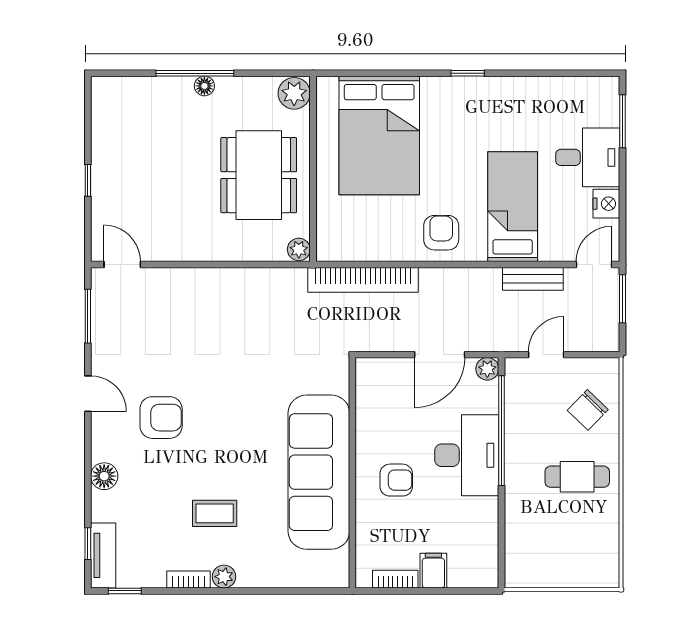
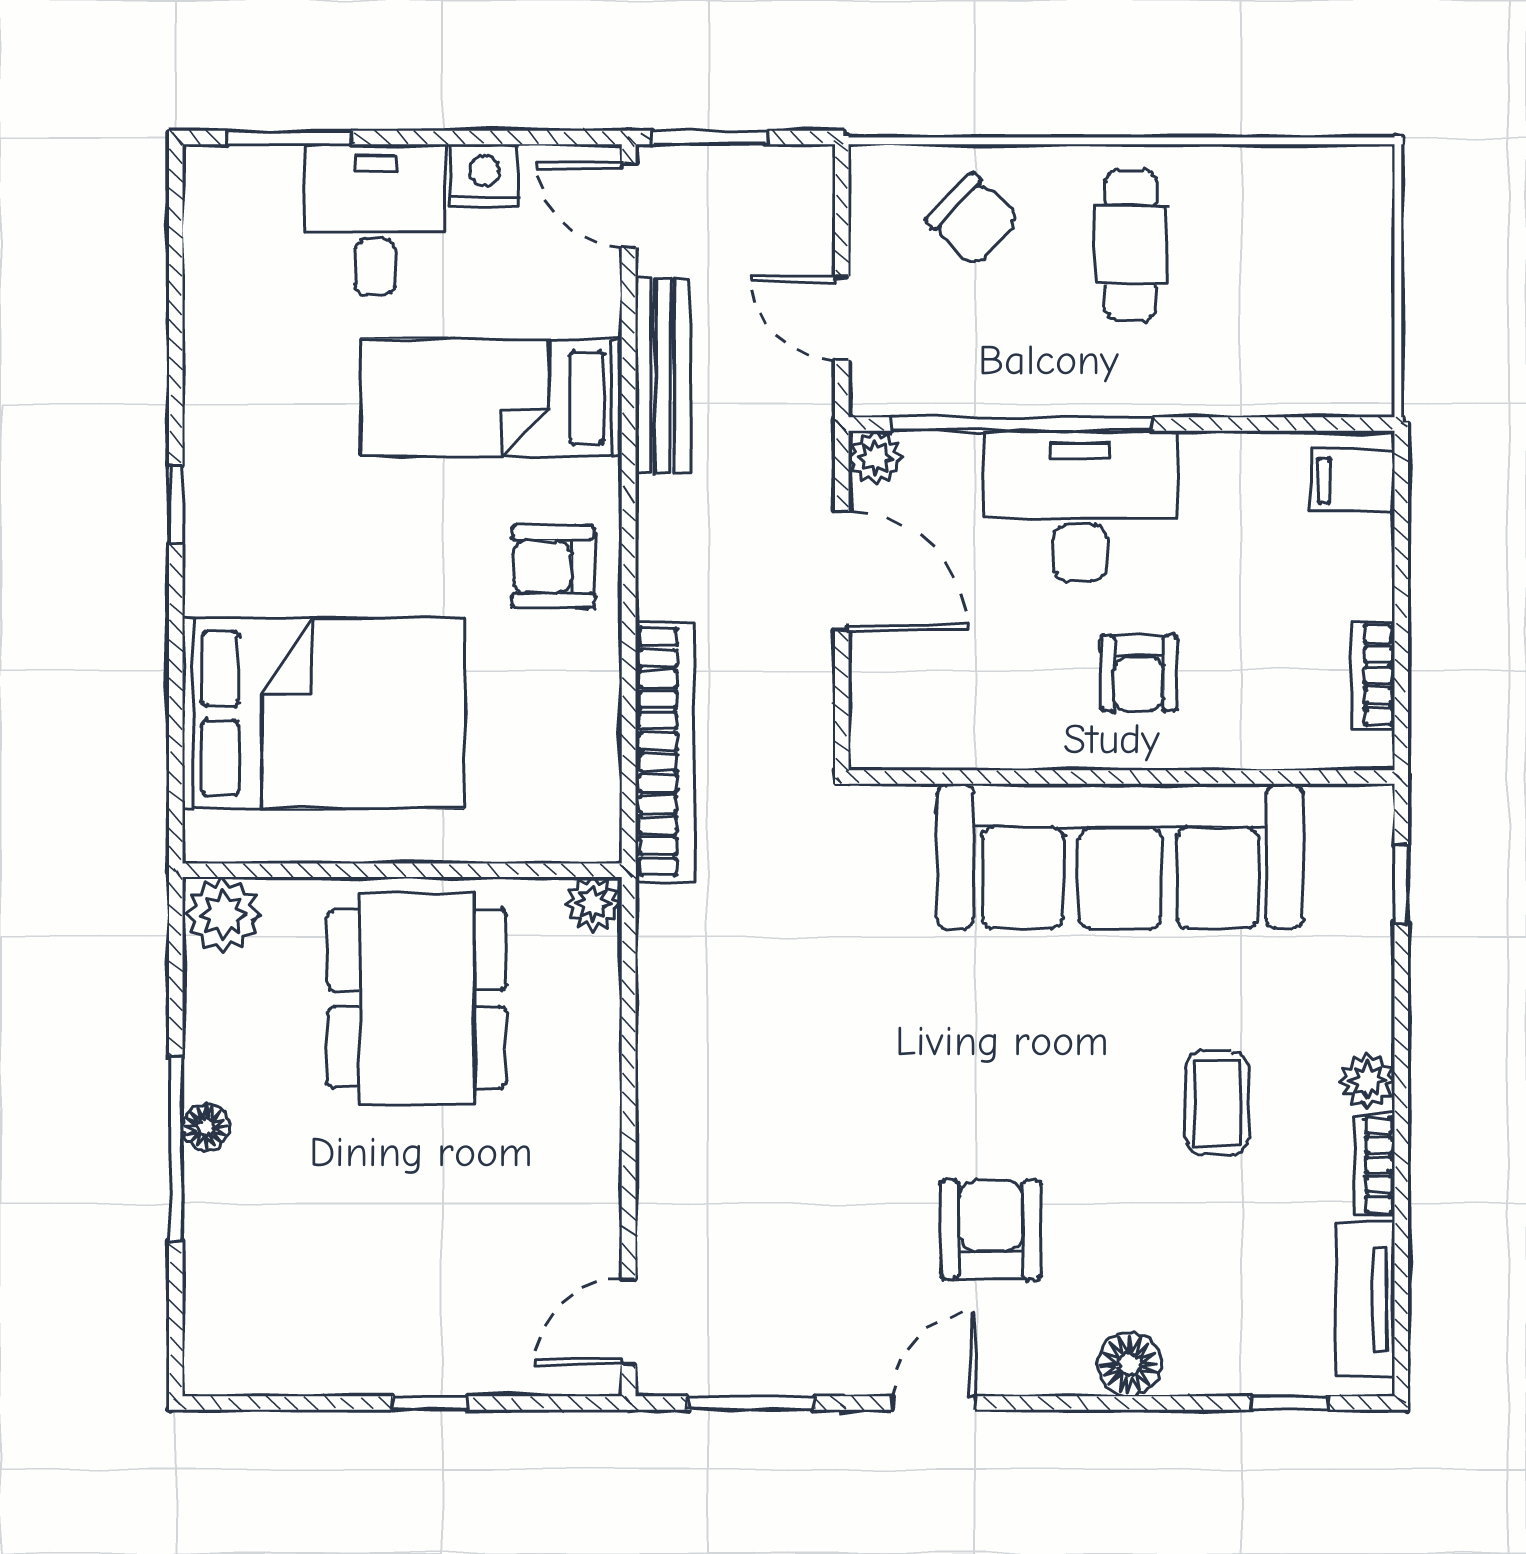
dining table: (259, 175) -> (417, 999), turned 90
bench: (533, 279) -> (663, 376), width x1.36
armchair: (396, 480) -> (1139, 673), turned 180
tv unit: (103, 555) -> (1365, 1299), moved, turned -90
filing cabinet: (433, 571) -> (1353, 481), moved
window: (125, 591) -> (1401, 884), moved

